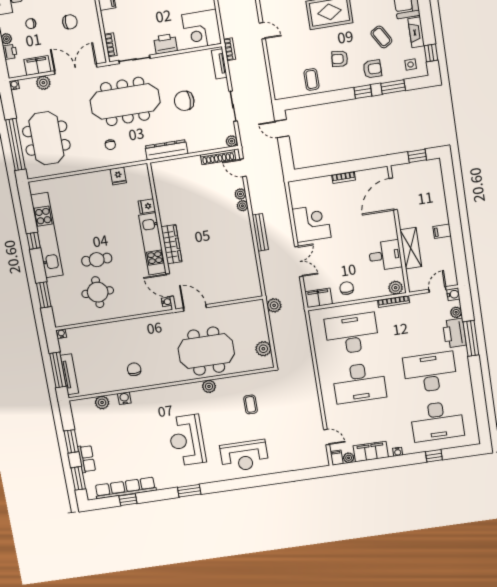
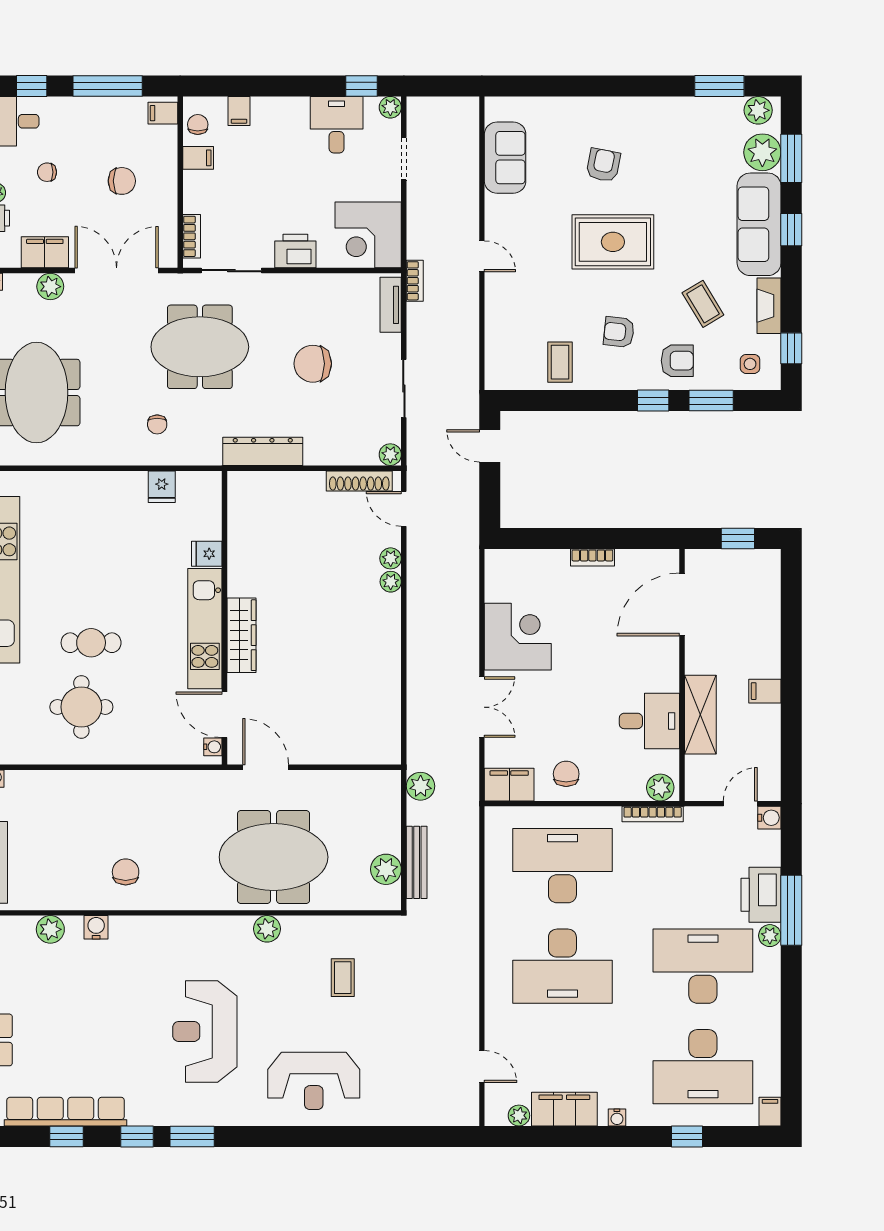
meeting table: (125, 101) -> (200, 347), width x0.73
bench: (260, 232) -> (417, 862), moved
plant: (456, 312) -> (770, 936), moved
filing cabinet: (337, 458) -> (770, 1112), moved
window: (162, 495) -> (137, 1136), added

